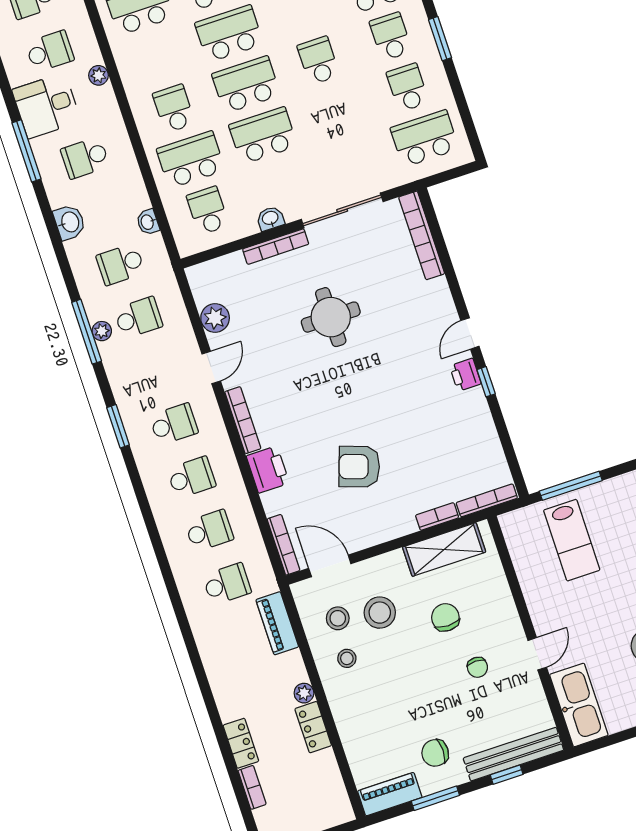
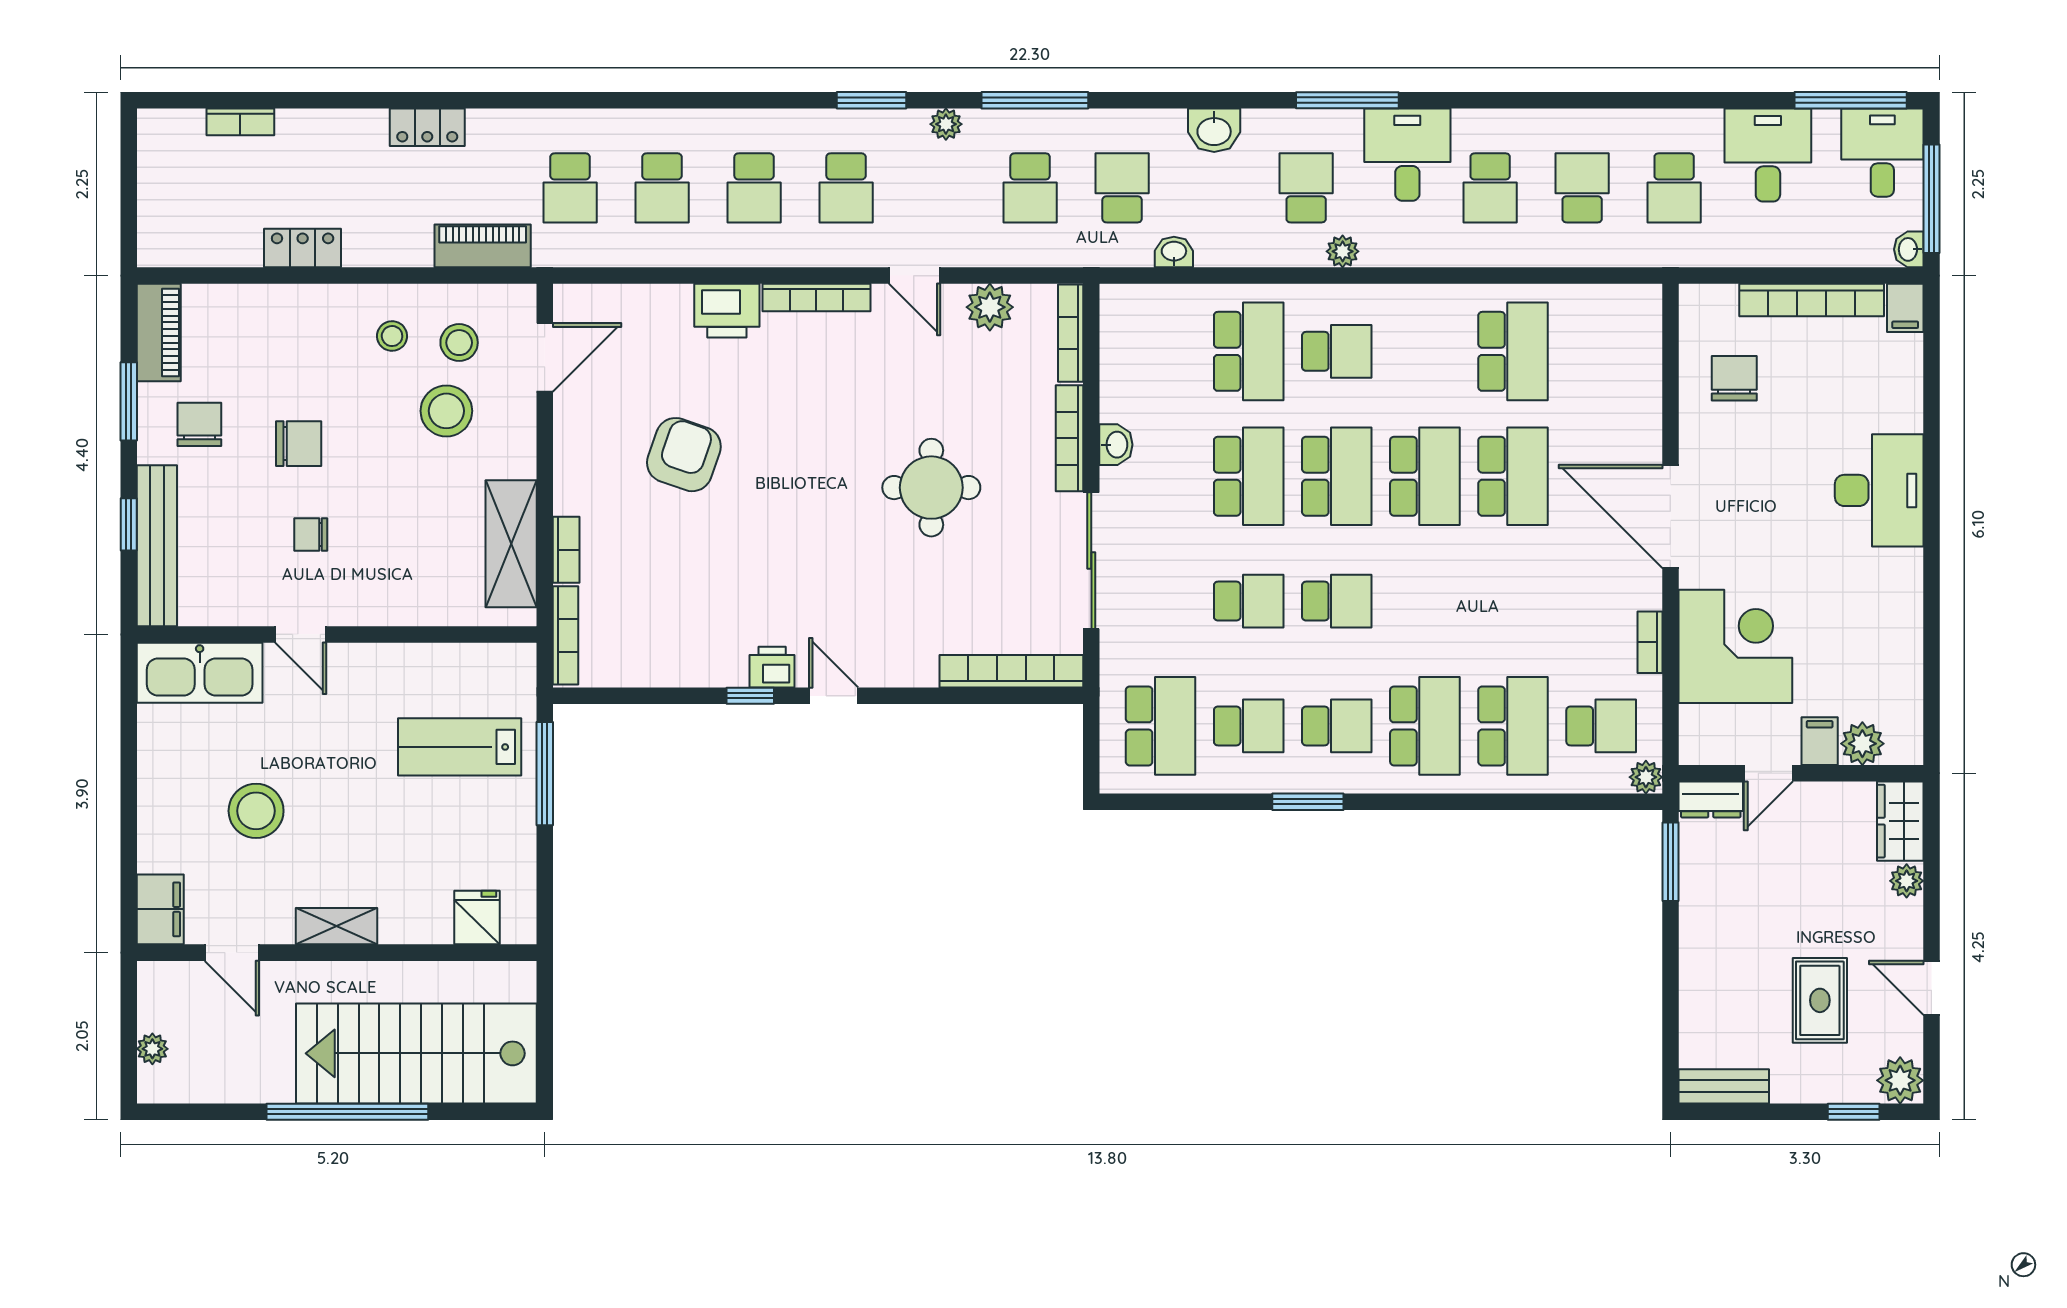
plant: (98, 75) -> (1343, 251), moved
school desk: (208, 211) -> (1249, 601), moved
plant: (102, 331) -> (946, 124), moved
bookcase: (283, 545) -> (1071, 333), moved, turned 90
chair: (445, 617) -> (299, 444), moved
plant: (304, 693) -> (360, 251), removed
locker: (241, 743) -> (427, 127), moved

